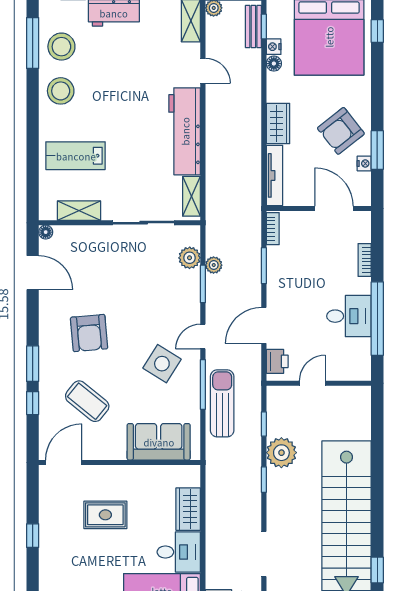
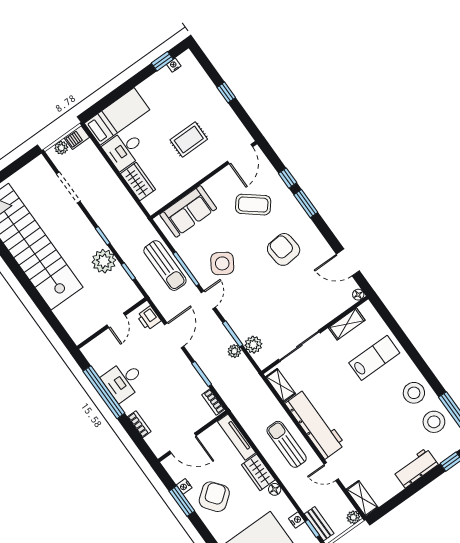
floor lamp: (274, 64) -> (275, 489), moved
sun lounger: (229, 131) -> (287, 444), added

